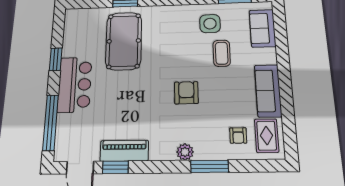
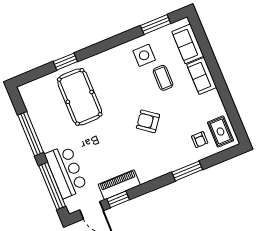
window: (56, 59) -> (31, 134), width x2.11
bar counter: (75, 85) -> (66, 171), moved
sofa: (268, 91) -> (202, 76), moved, width x0.73
armchair: (186, 93) -> (148, 121), turned -53
plant: (185, 152) -> (165, 168), removed

